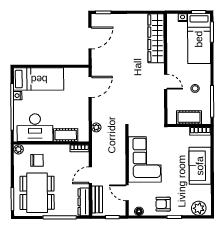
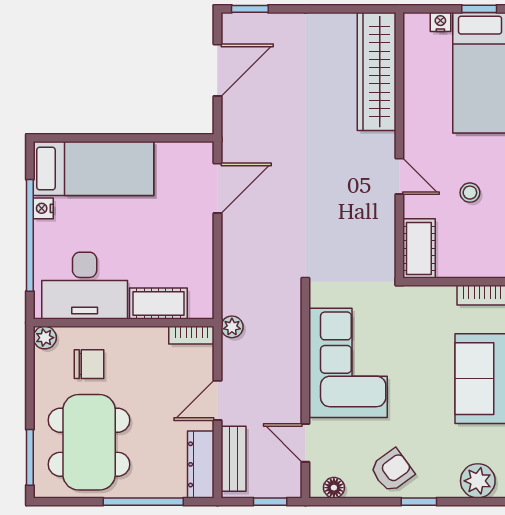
cot: (189, 117) -> (419, 248), moved, turned 90
plant: (96, 127) -> (232, 327), moved
armchair: (163, 204) -> (392, 470), turned 144

